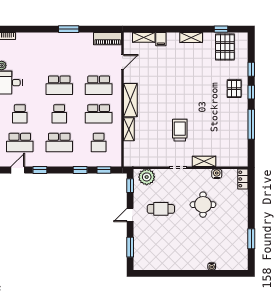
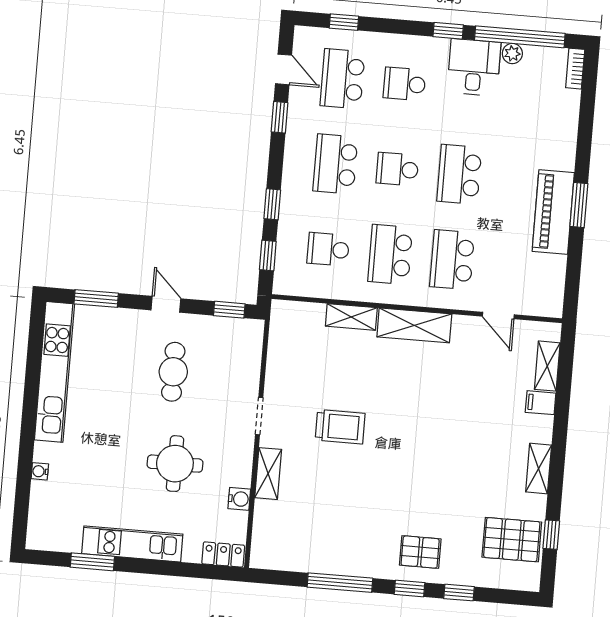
piano: (108, 39) -> (553, 212), moved, width x1.37, depth x1.33
plant: (147, 177) -> (245, 347), removed
kitchen unit: (242, 221) -> (132, 544), added
kitchen unit: (166, 264) -> (54, 372), added

